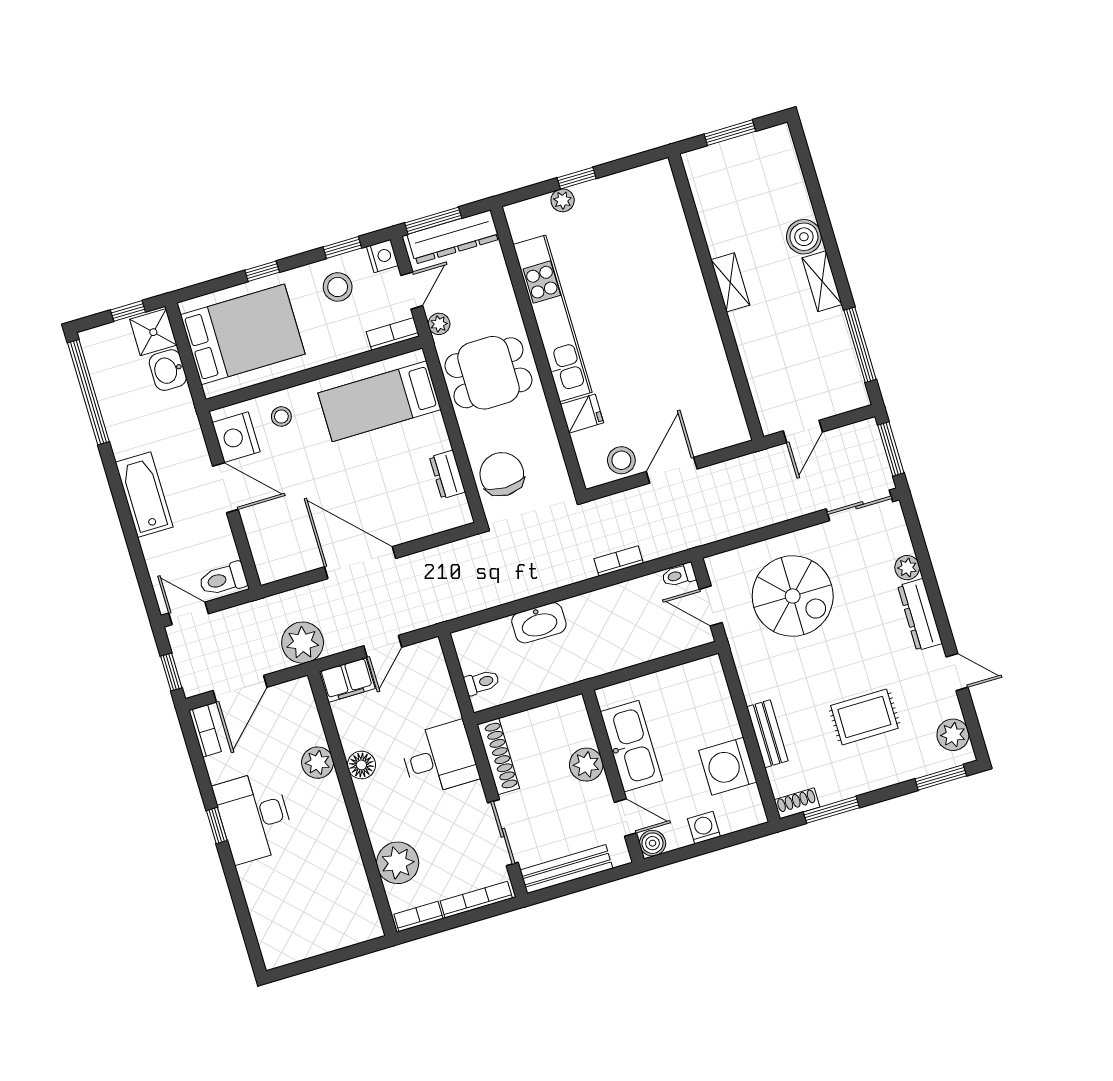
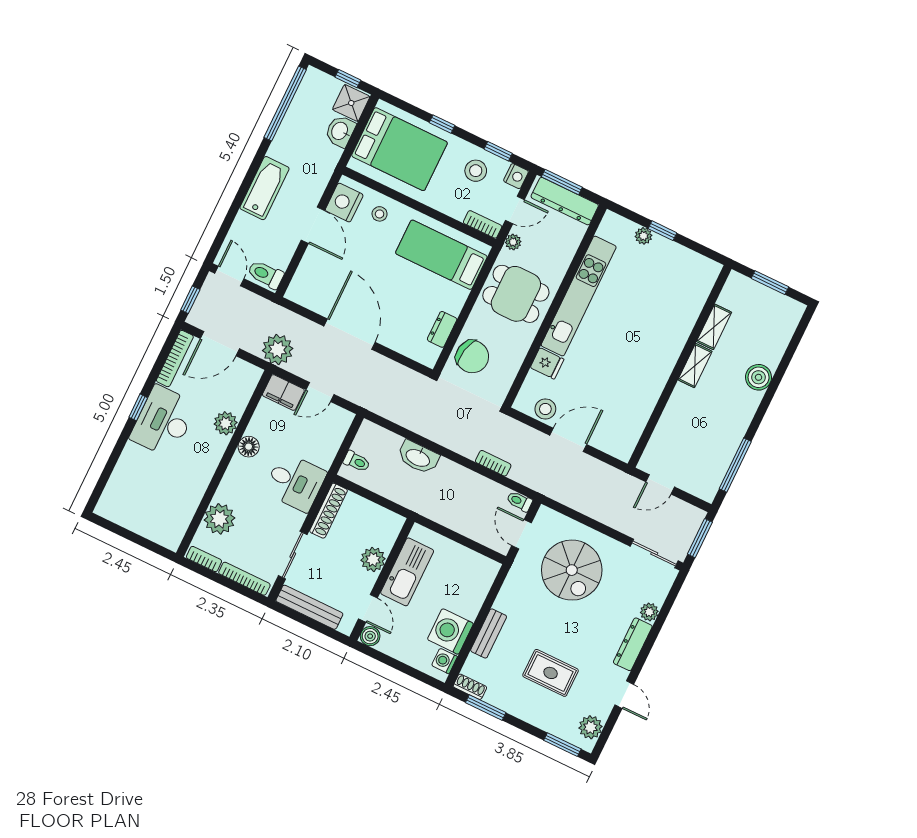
shelving: (822, 281) -> (714, 327), moved
chair: (502, 474) -> (472, 357), turned 102
bookcase: (205, 731) -> (175, 359), width x1.56
washing machine: (704, 828) -> (444, 661), moved, turned -90

